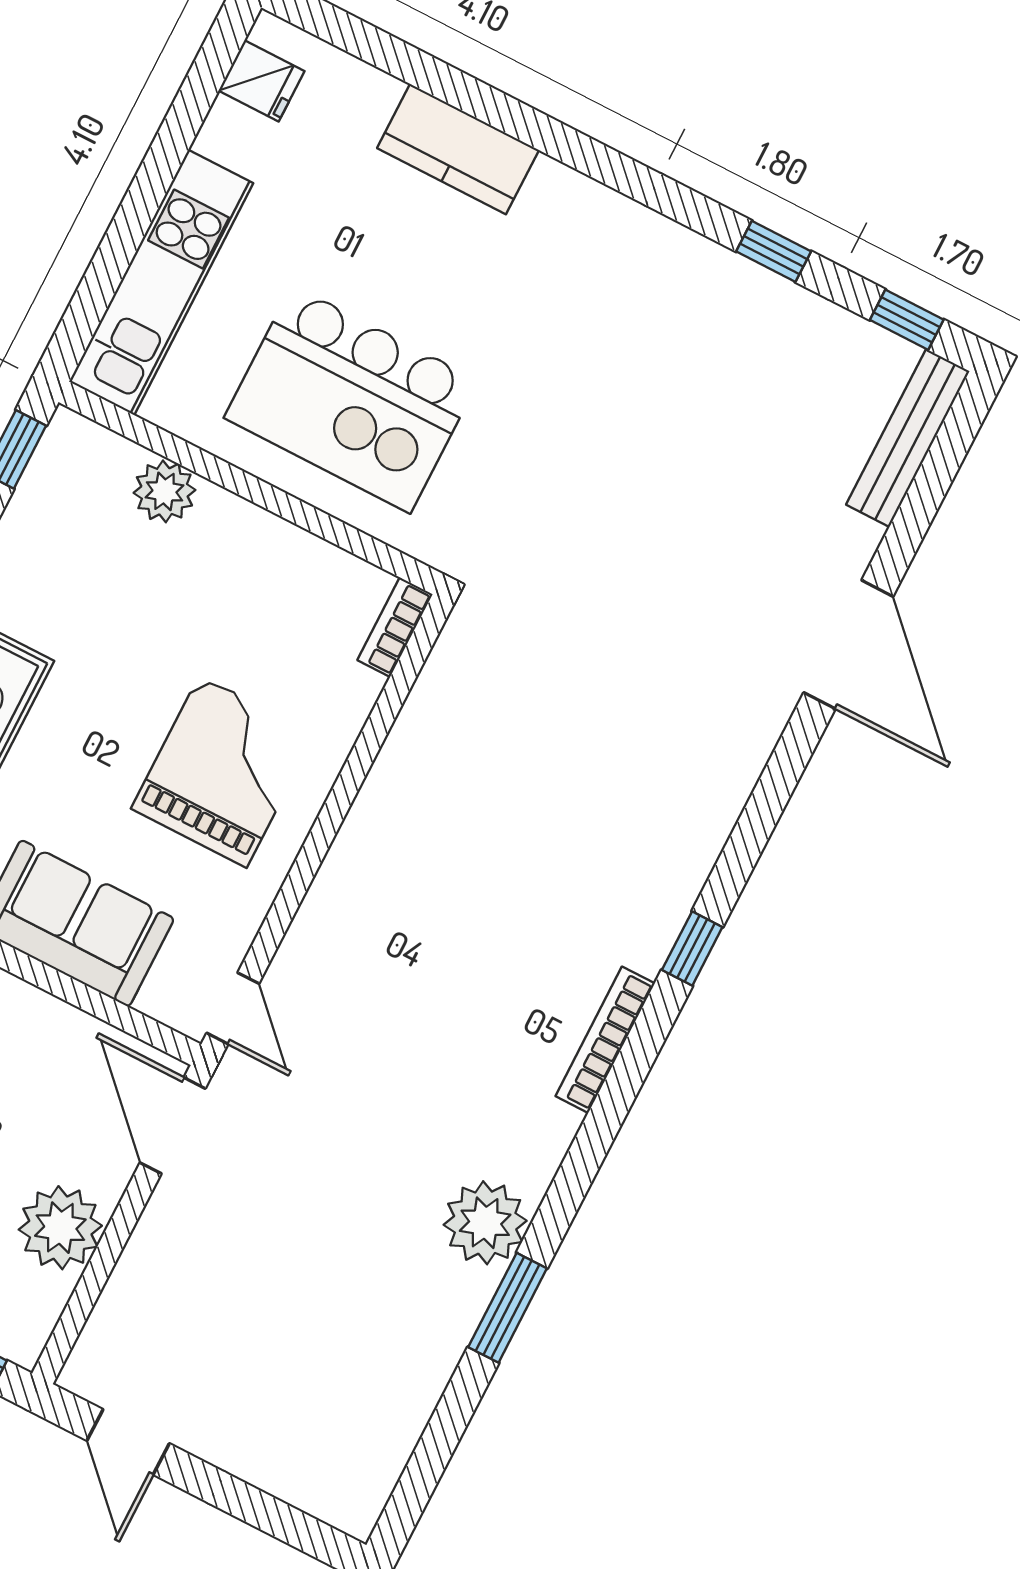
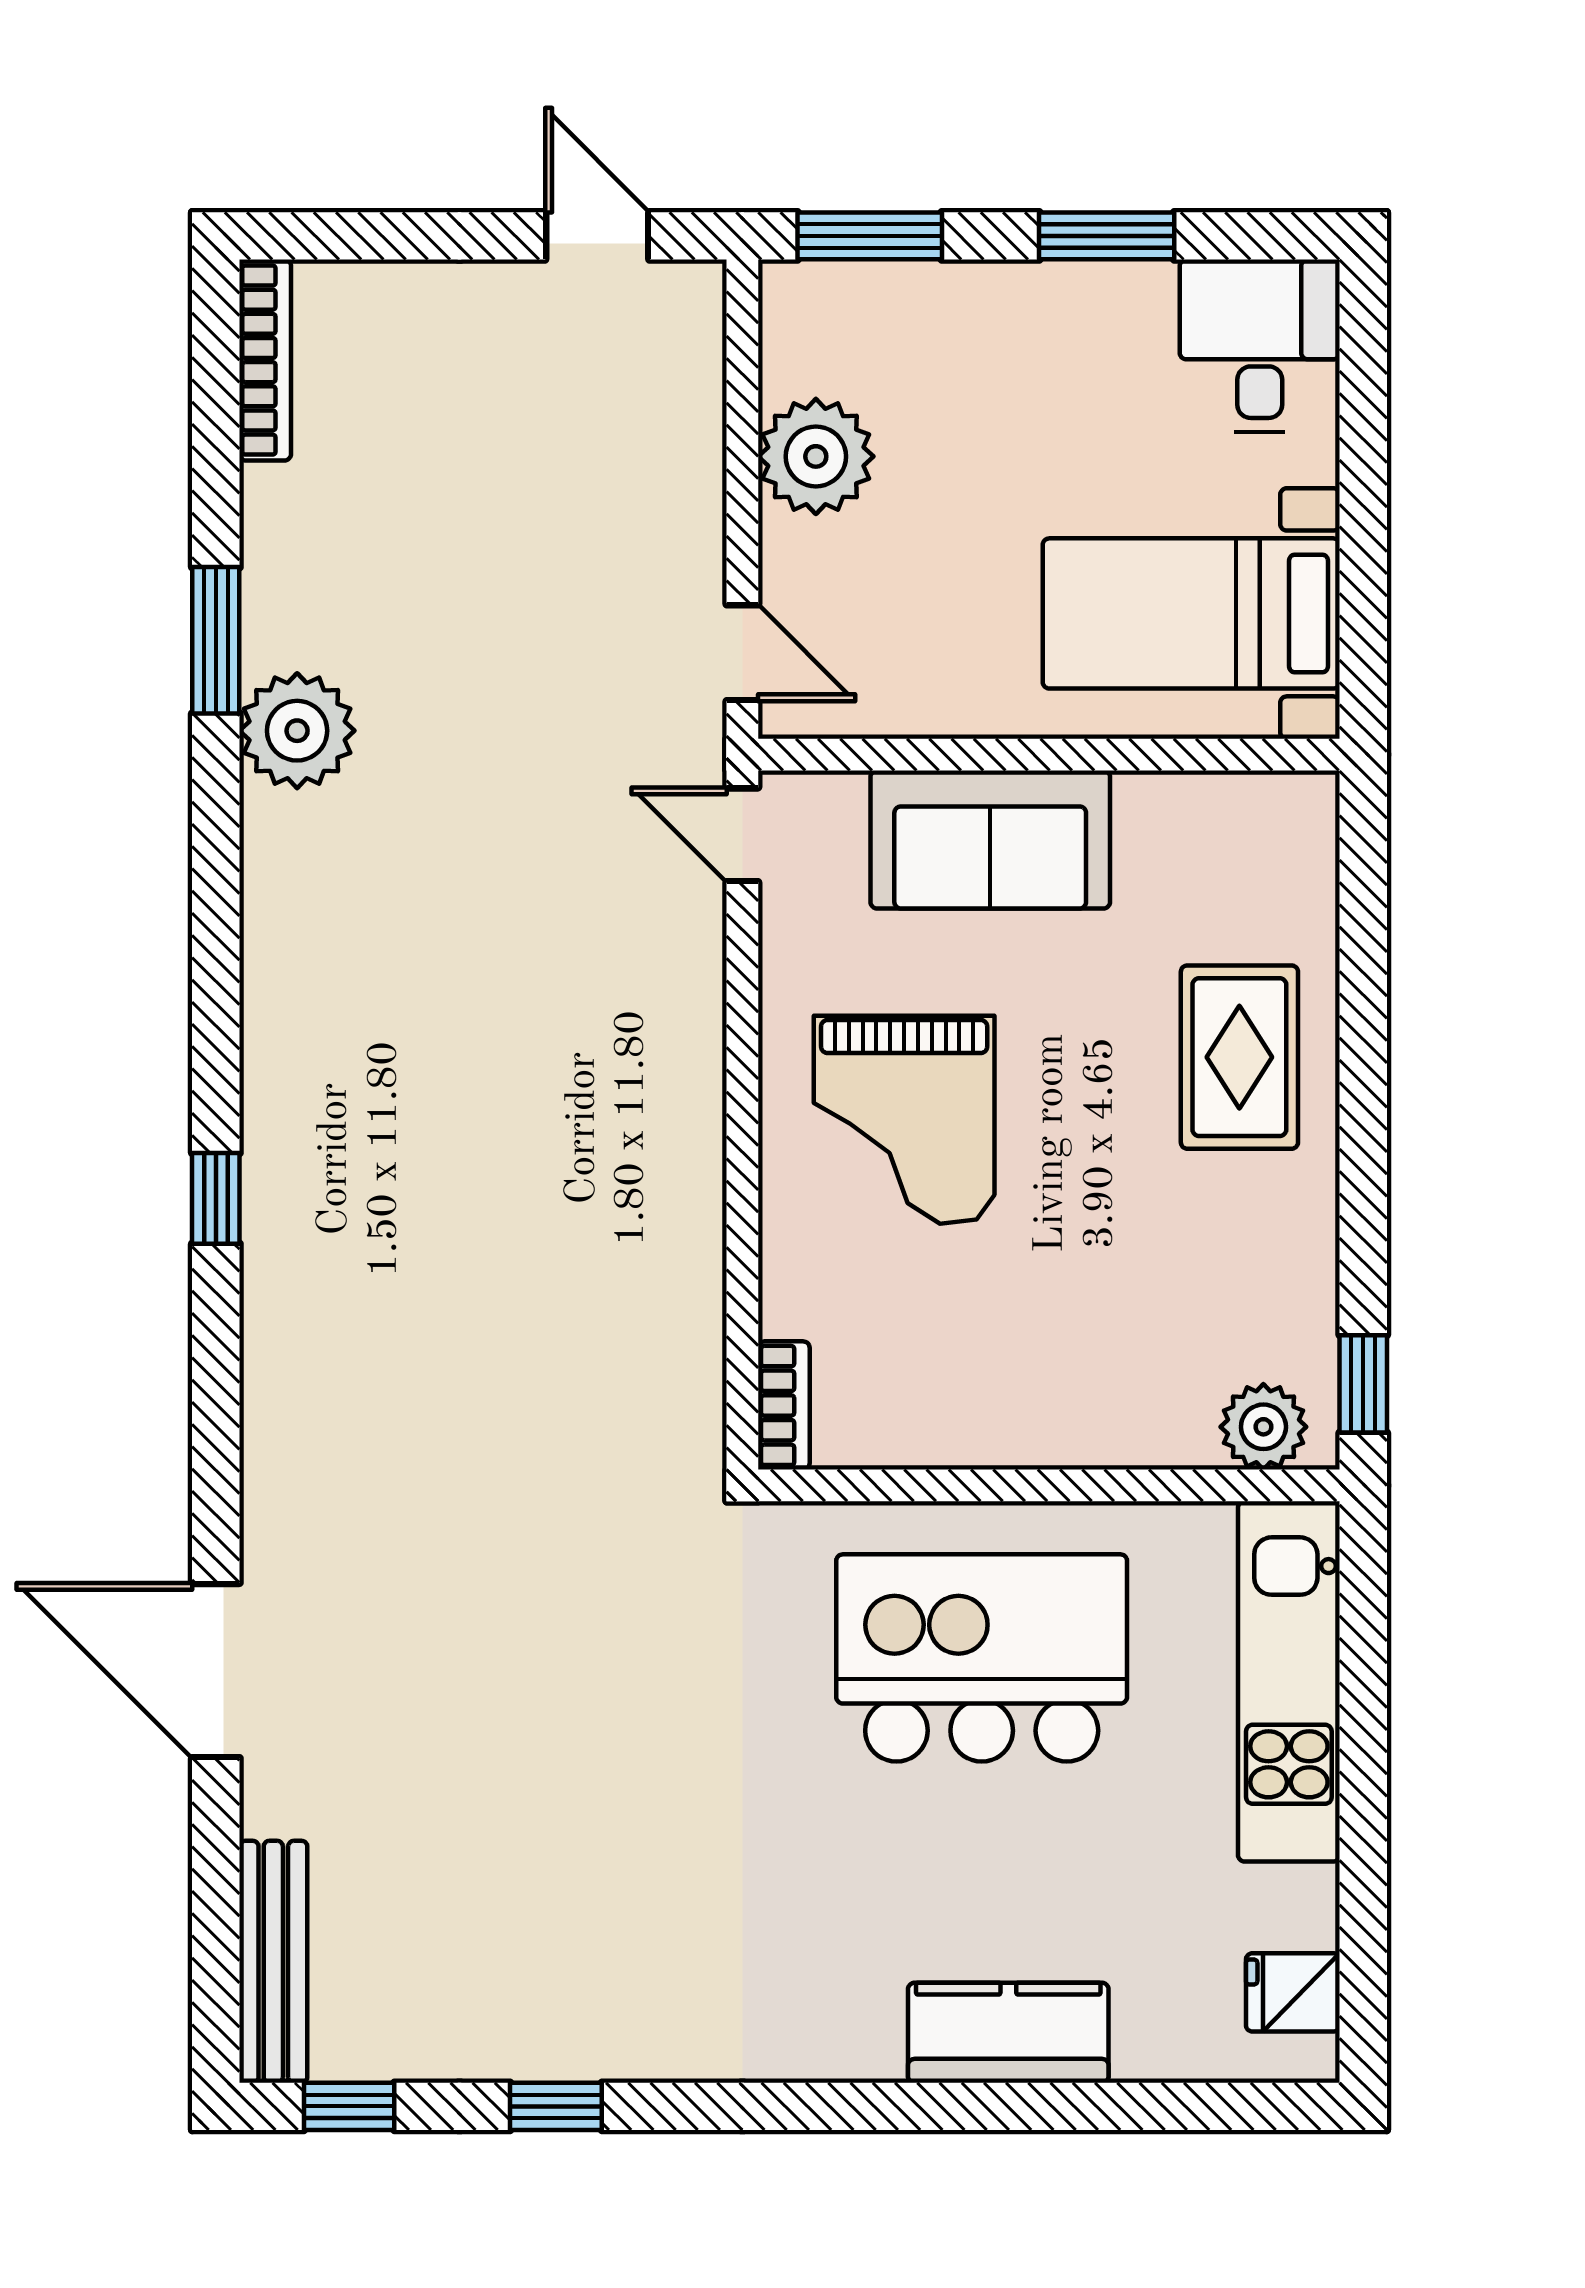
plant: (164, 491) -> (1263, 1427), moved
bookcase: (605, 1040) -> (265, 360), moved
door: (173, 1126) -> (742, 653), width x0.73

